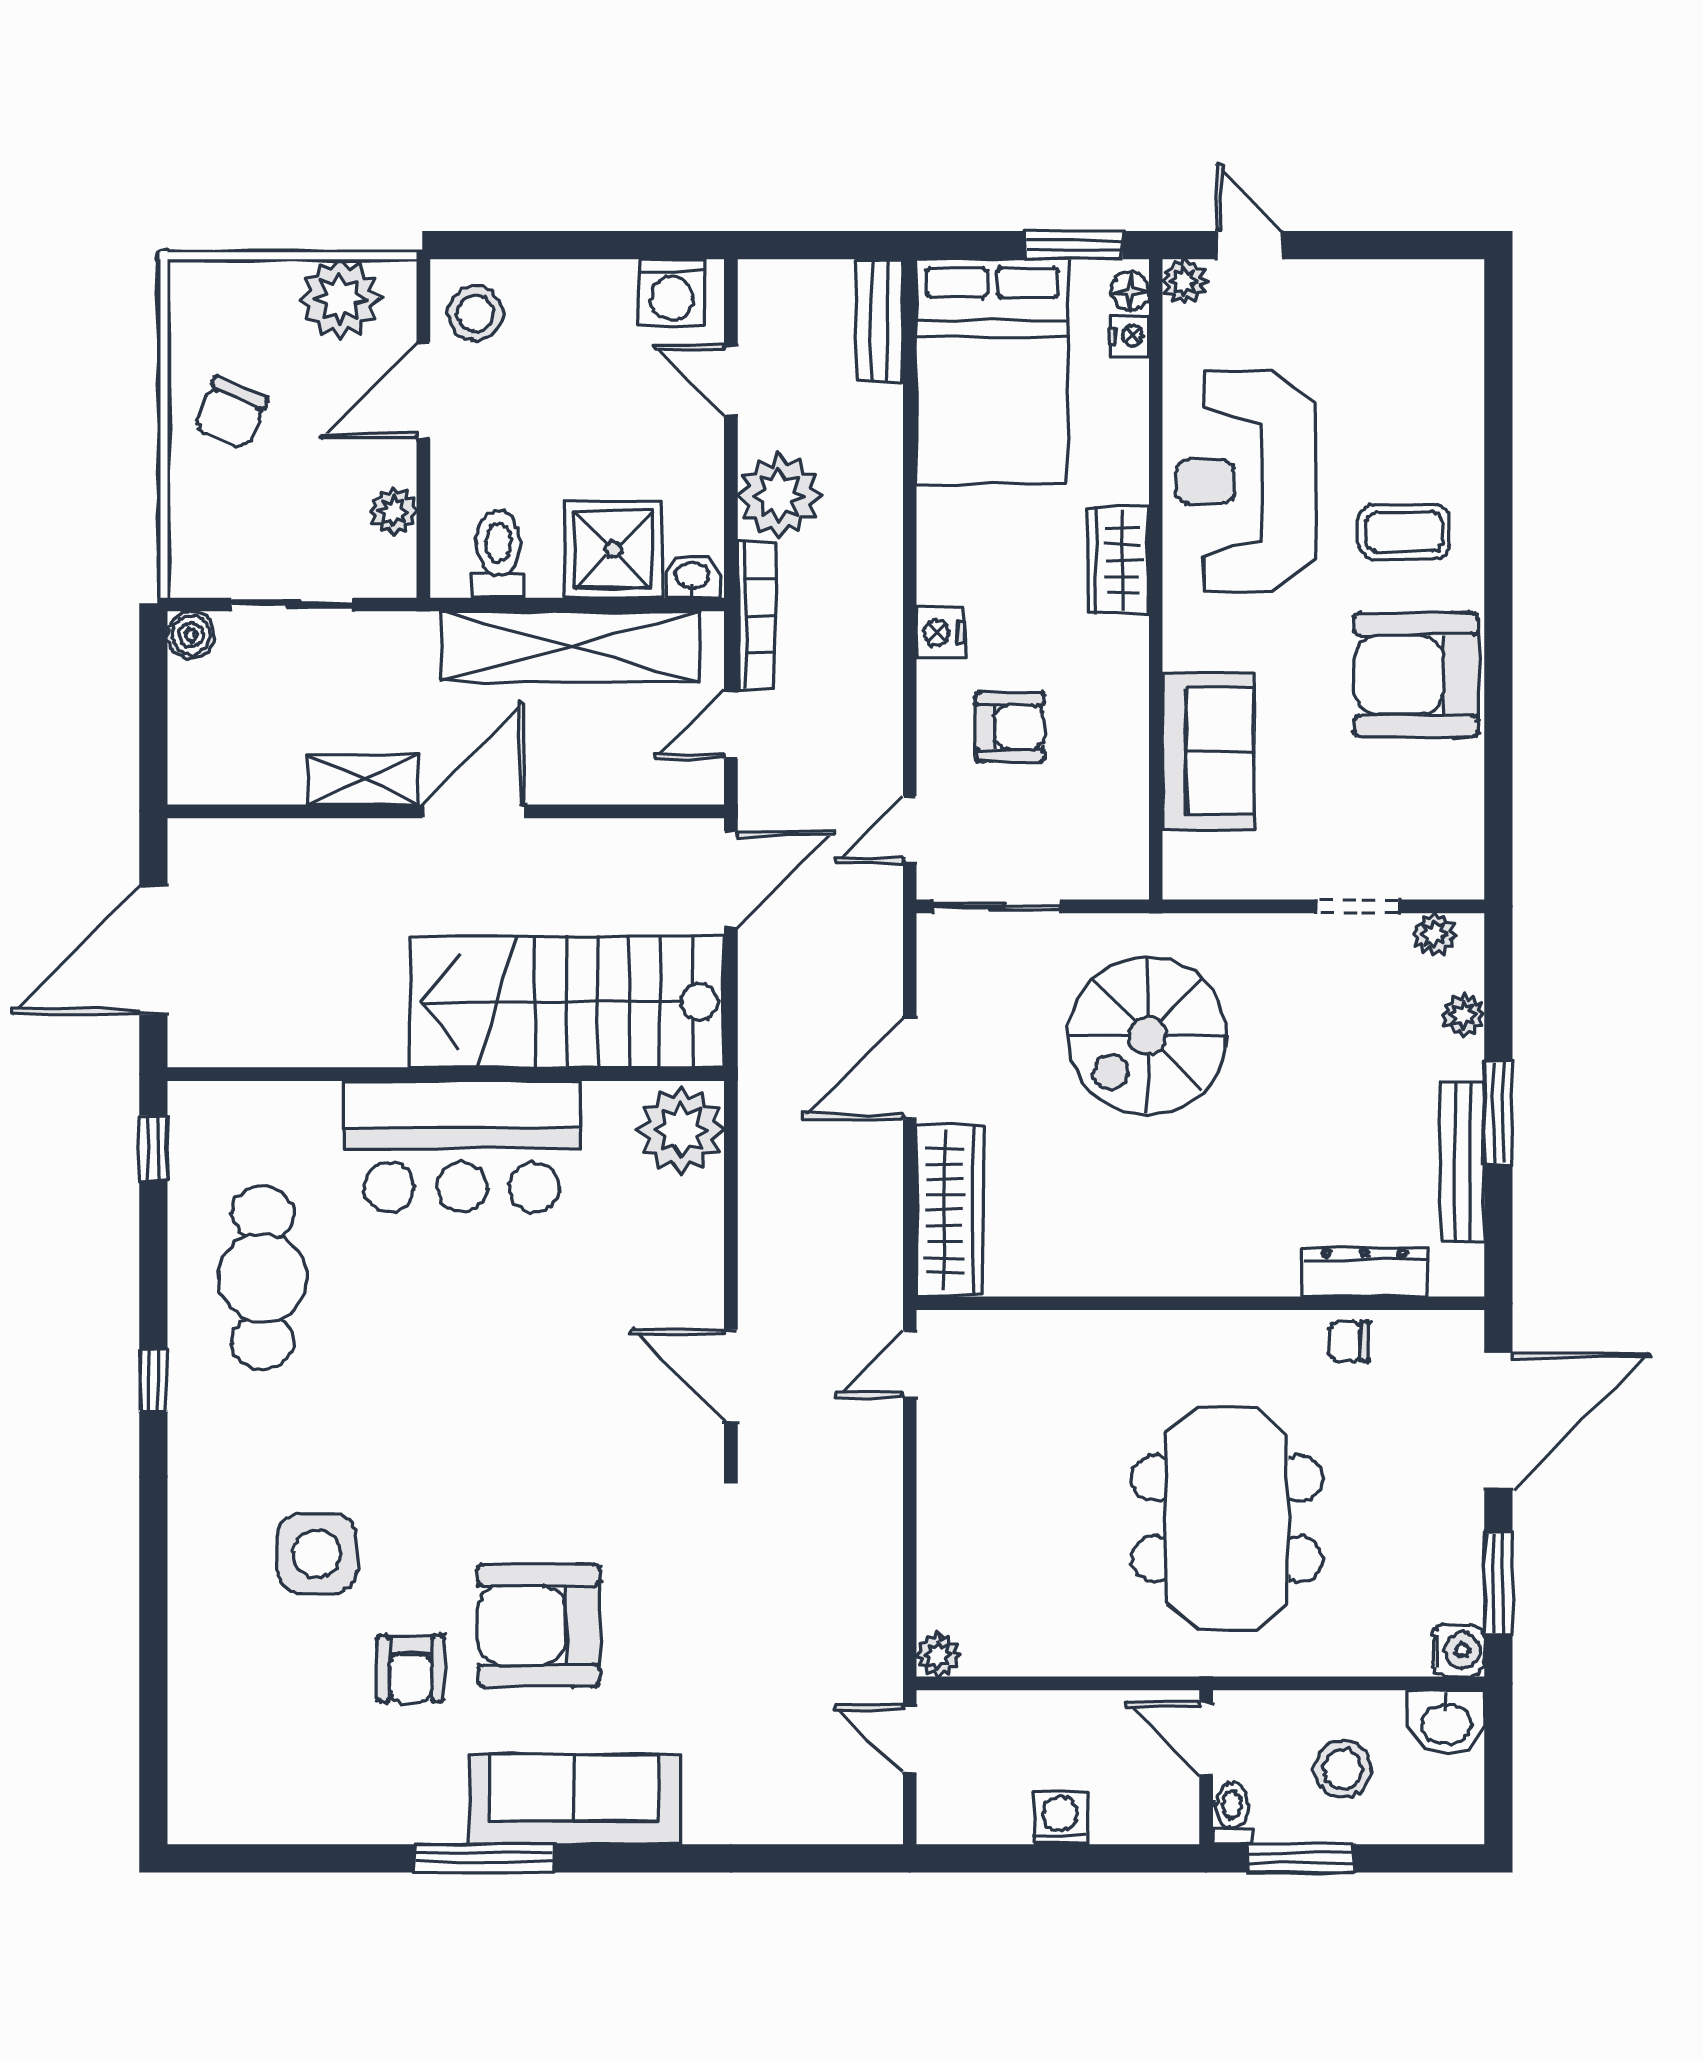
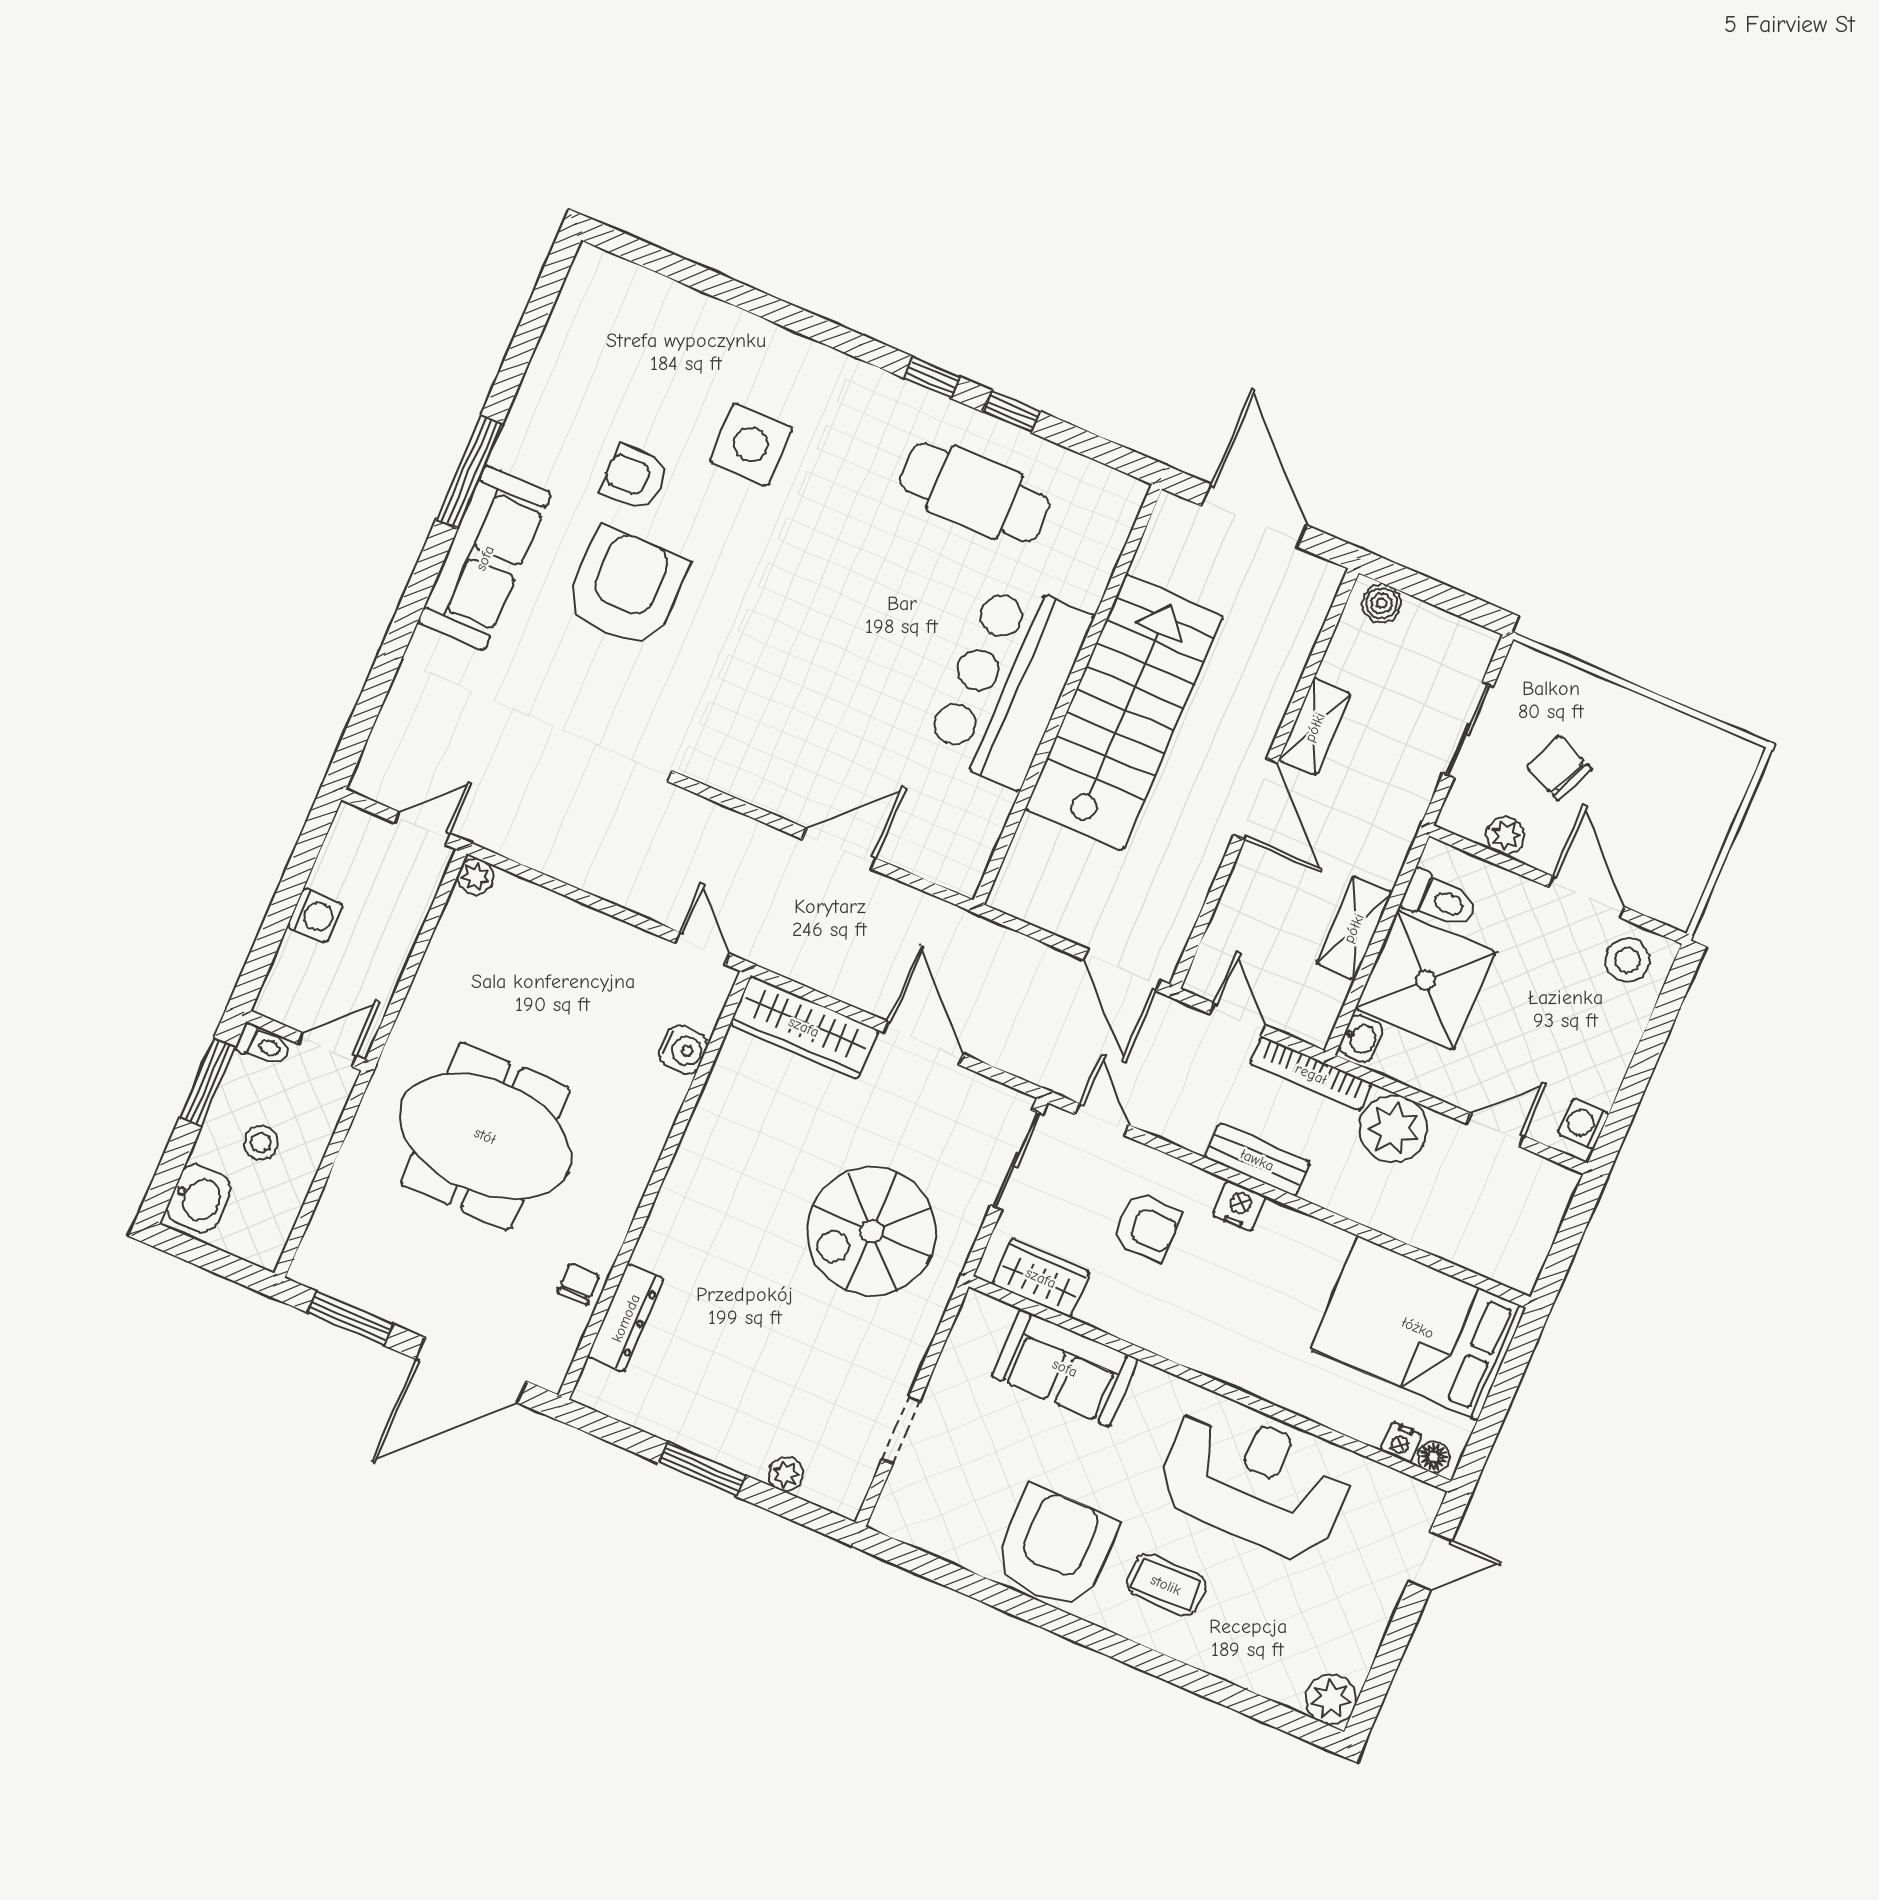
window: (1074, 245) -> (1486, 1430), removed
plant: (1185, 281) -> (1331, 1699), moved, width x1.38, depth x1.38
washing machine: (672, 293) -> (1583, 1124), width x0.73, depth x0.73
plant: (340, 299) -> (1681, 864), removed
bench: (880, 320) -> (1257, 1160), moved
chair: (231, 413) -> (1559, 768), moved
coffee table: (1404, 532) -> (1166, 1585), turned 90
shower: (613, 549) -> (1426, 980), width x1.37, depth x1.37
wardrobe: (1118, 560) -> (1041, 1278), moved
boiler: (191, 635) -> (1381, 603), moved
shelving: (571, 646) -> (1354, 928), width x0.45, depth x0.75
armchair: (1010, 727) -> (1147, 1227), turned -90
plant: (1434, 935) -> (856, 1478), removed
stairs: (567, 1002) -> (1124, 713), moved
spiral stairs: (1147, 1036) -> (872, 1231), turned -90
plant: (681, 1130) -> (951, 852), removed
window: (153, 1148) -> (1012, 412), moved
bench: (1462, 1162) -> (676, 1426), removed
door: (731, 1376) -> (839, 849), moved
door: (1498, 1421) -> (471, 1370), hinge flipped
water cooler: (1458, 1650) -> (684, 1050), moved, turned -90
washbasin: (1446, 1722) -> (199, 1198), moved, turned 180
stool: (1343, 1769) -> (261, 1142), width x0.73, depth x0.73

